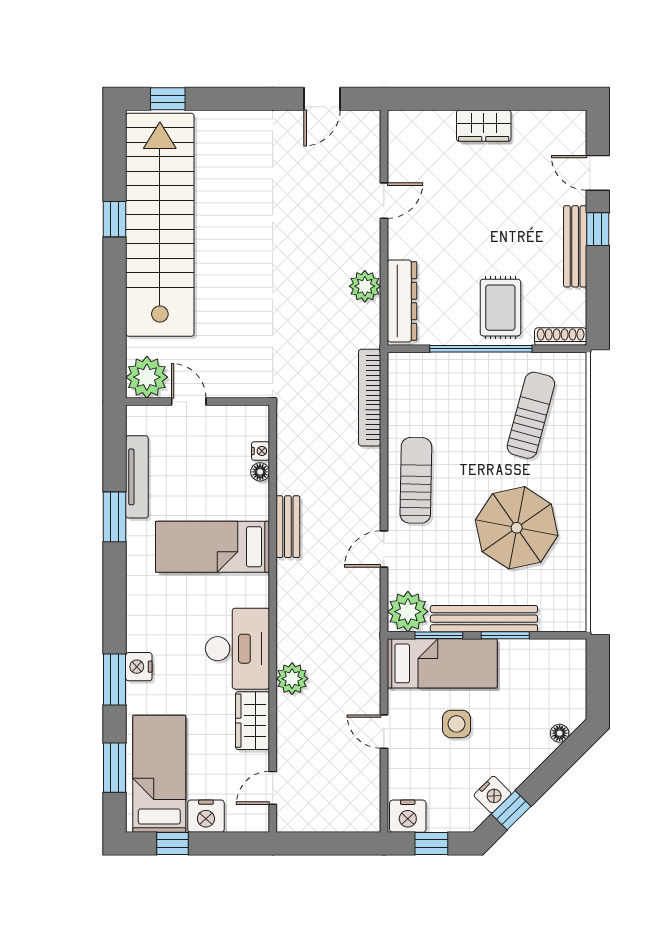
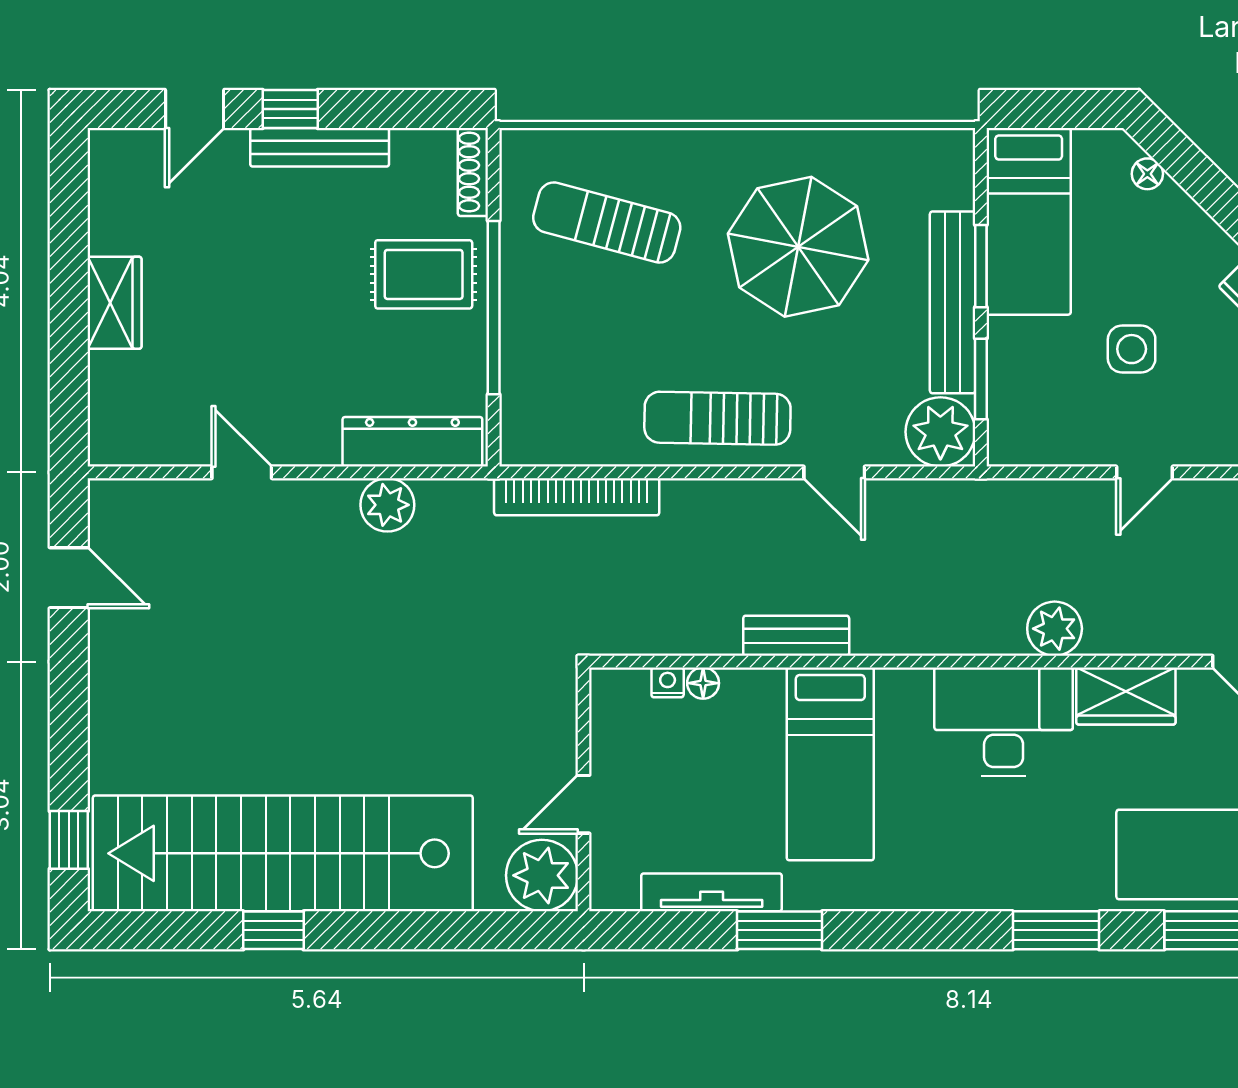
bed: (442, 663) -> (1029, 221), moved, turned 180
nightstand: (139, 667) -> (1034, 889), removed

